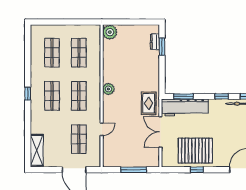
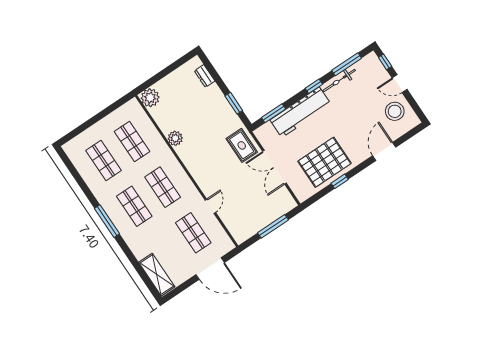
window: (162, 47) -> (234, 103), moved
plant: (108, 89) -> (175, 138), moved
window: (28, 94) -> (107, 221), width x2.17
workbench: (185, 107) -> (301, 112), moved

